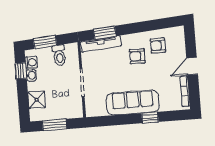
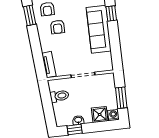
window: (105, 33) -> (30, 15), moved
window: (45, 42) -> (48, 109), removed
tv unit: (101, 44) -> (49, 65), width x0.71
washing machine: (31, 62) -> (113, 115), moved

